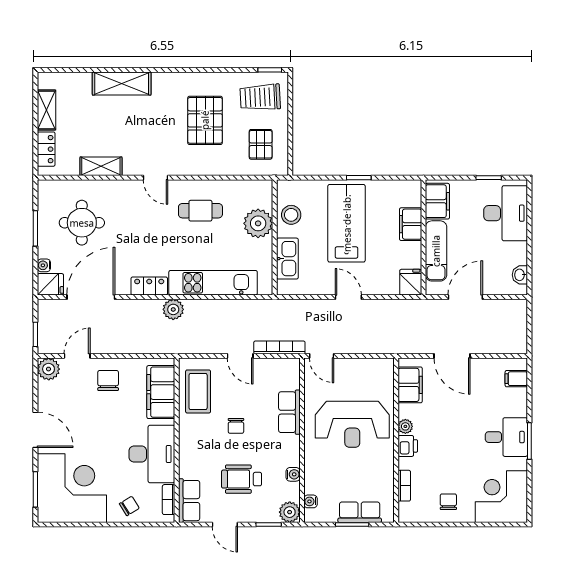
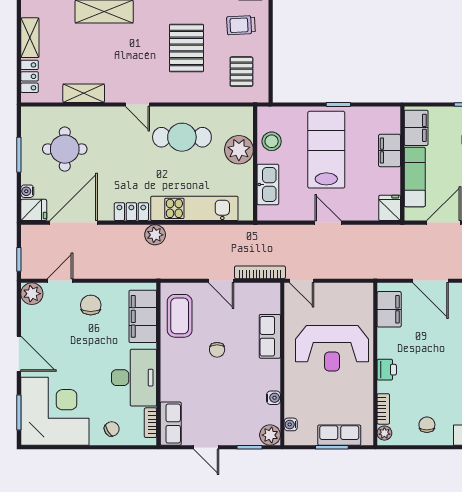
trolley: (260, 97) -> (241, 25), width x0.73, depth x0.72
cafe table: (200, 211) -> (182, 137), width x1.37, depth x1.35
plant: (405, 426) -> (384, 433), moved
wheelchair: (242, 479) -> (223, 402), removed

